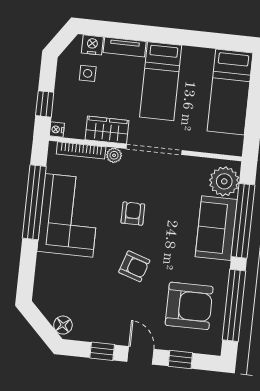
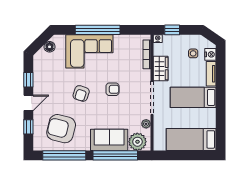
plant: (114, 155) -> (146, 124), moved
window: (34, 202) -> (98, 30), moved
corner sofa: (69, 215) -> (89, 51), moved
armchair: (189, 306) -> (61, 129), turned 104
floor lamp: (63, 325) -> (50, 47), moved

